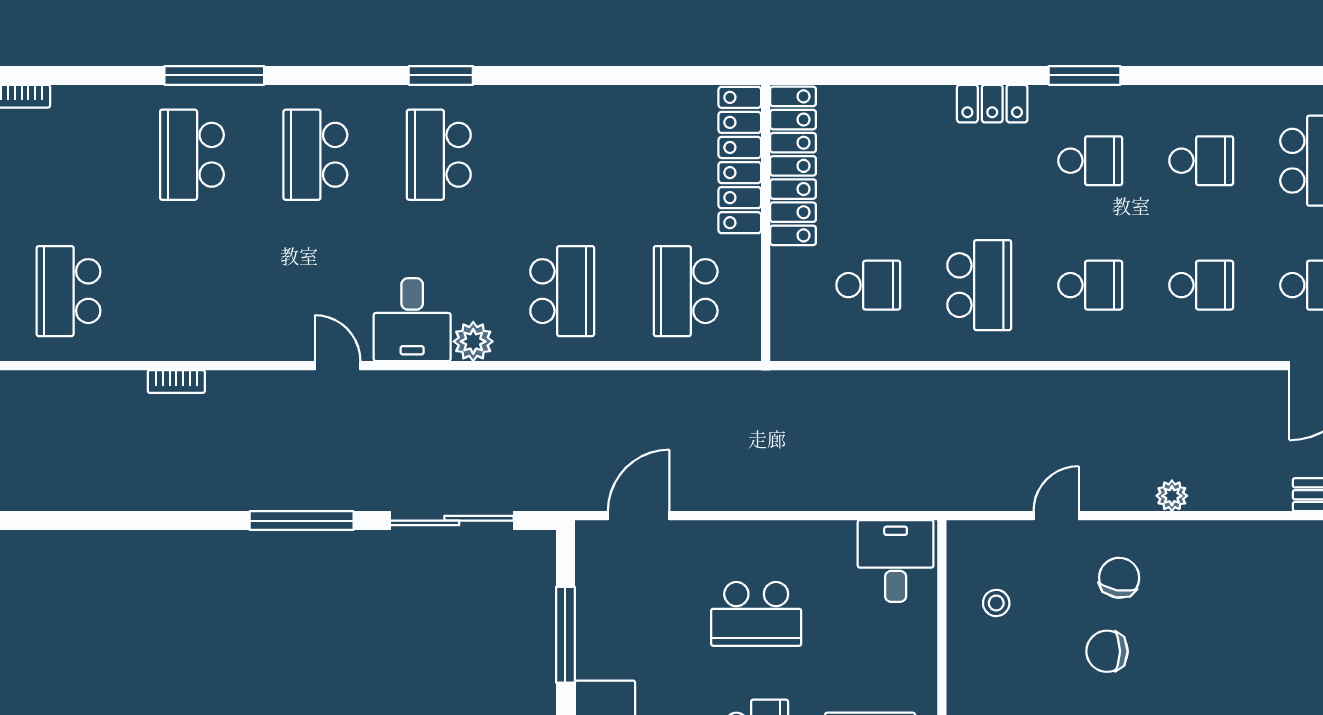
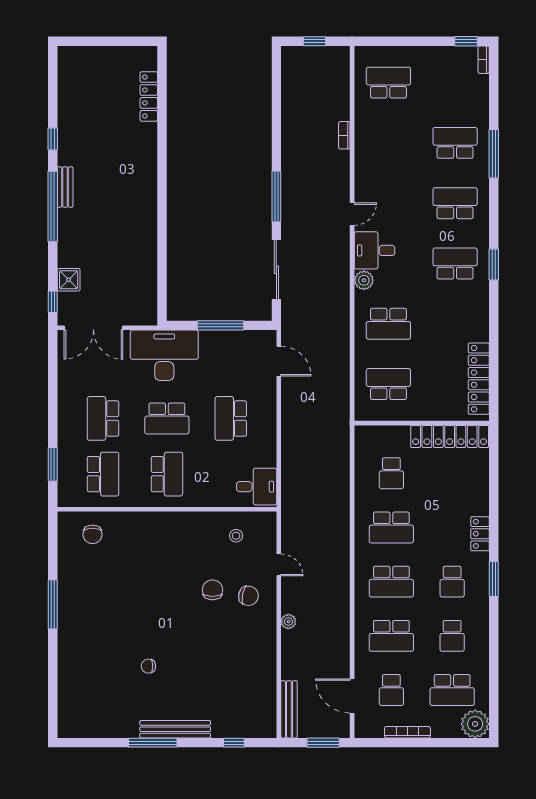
locker: (740, 160) -> (479, 379), moved, turned -90
school desk: (1090, 285) -> (391, 582), width x1.85
school desk: (1201, 285) -> (391, 636), width x1.85

